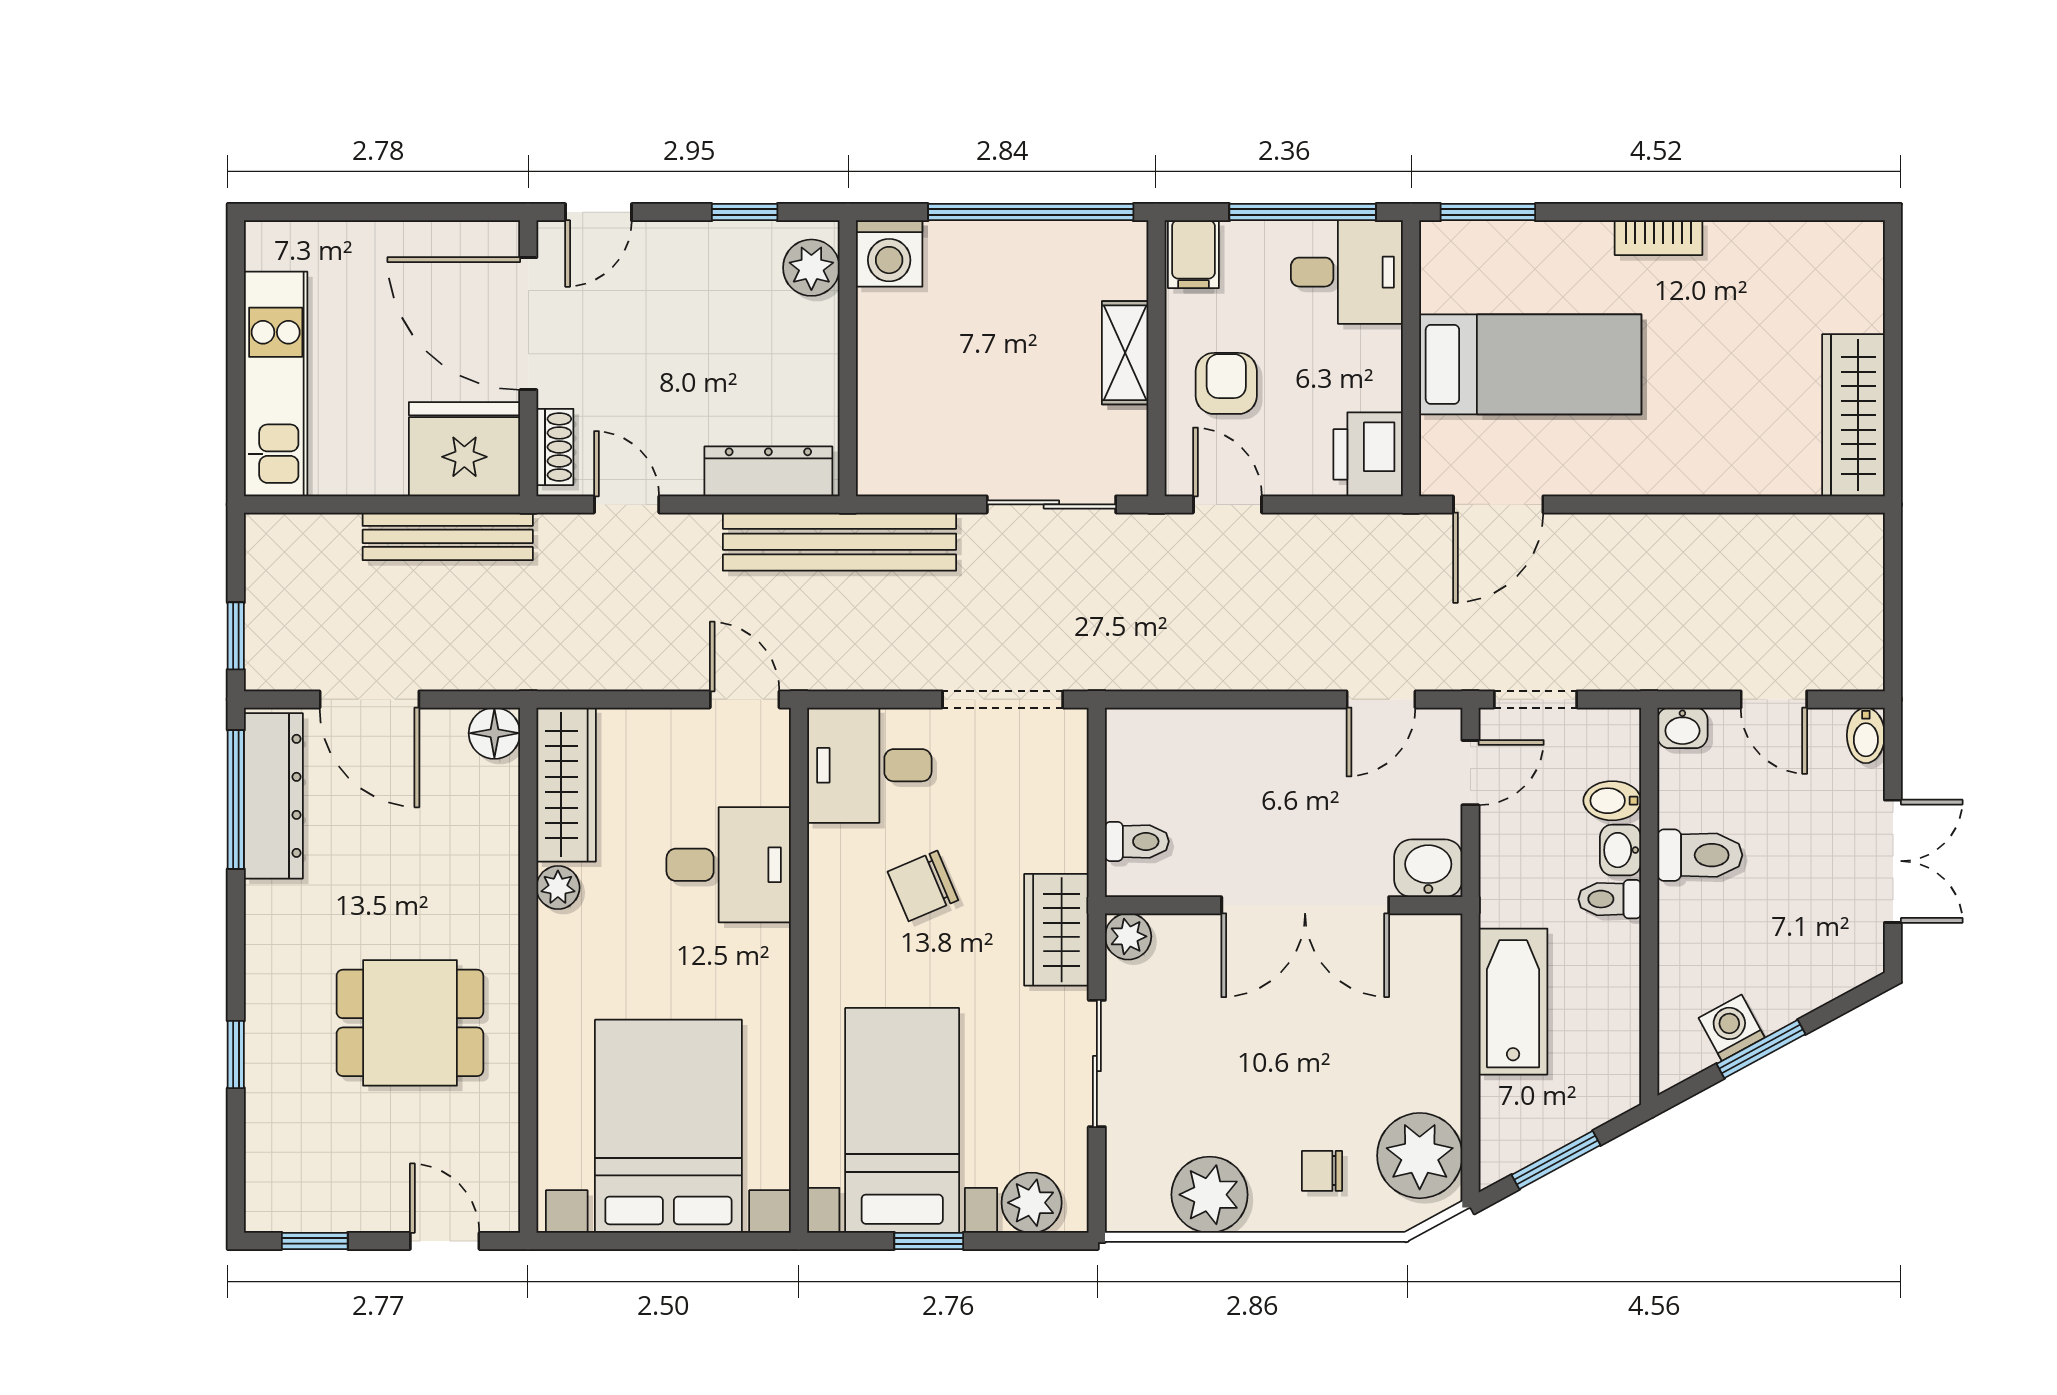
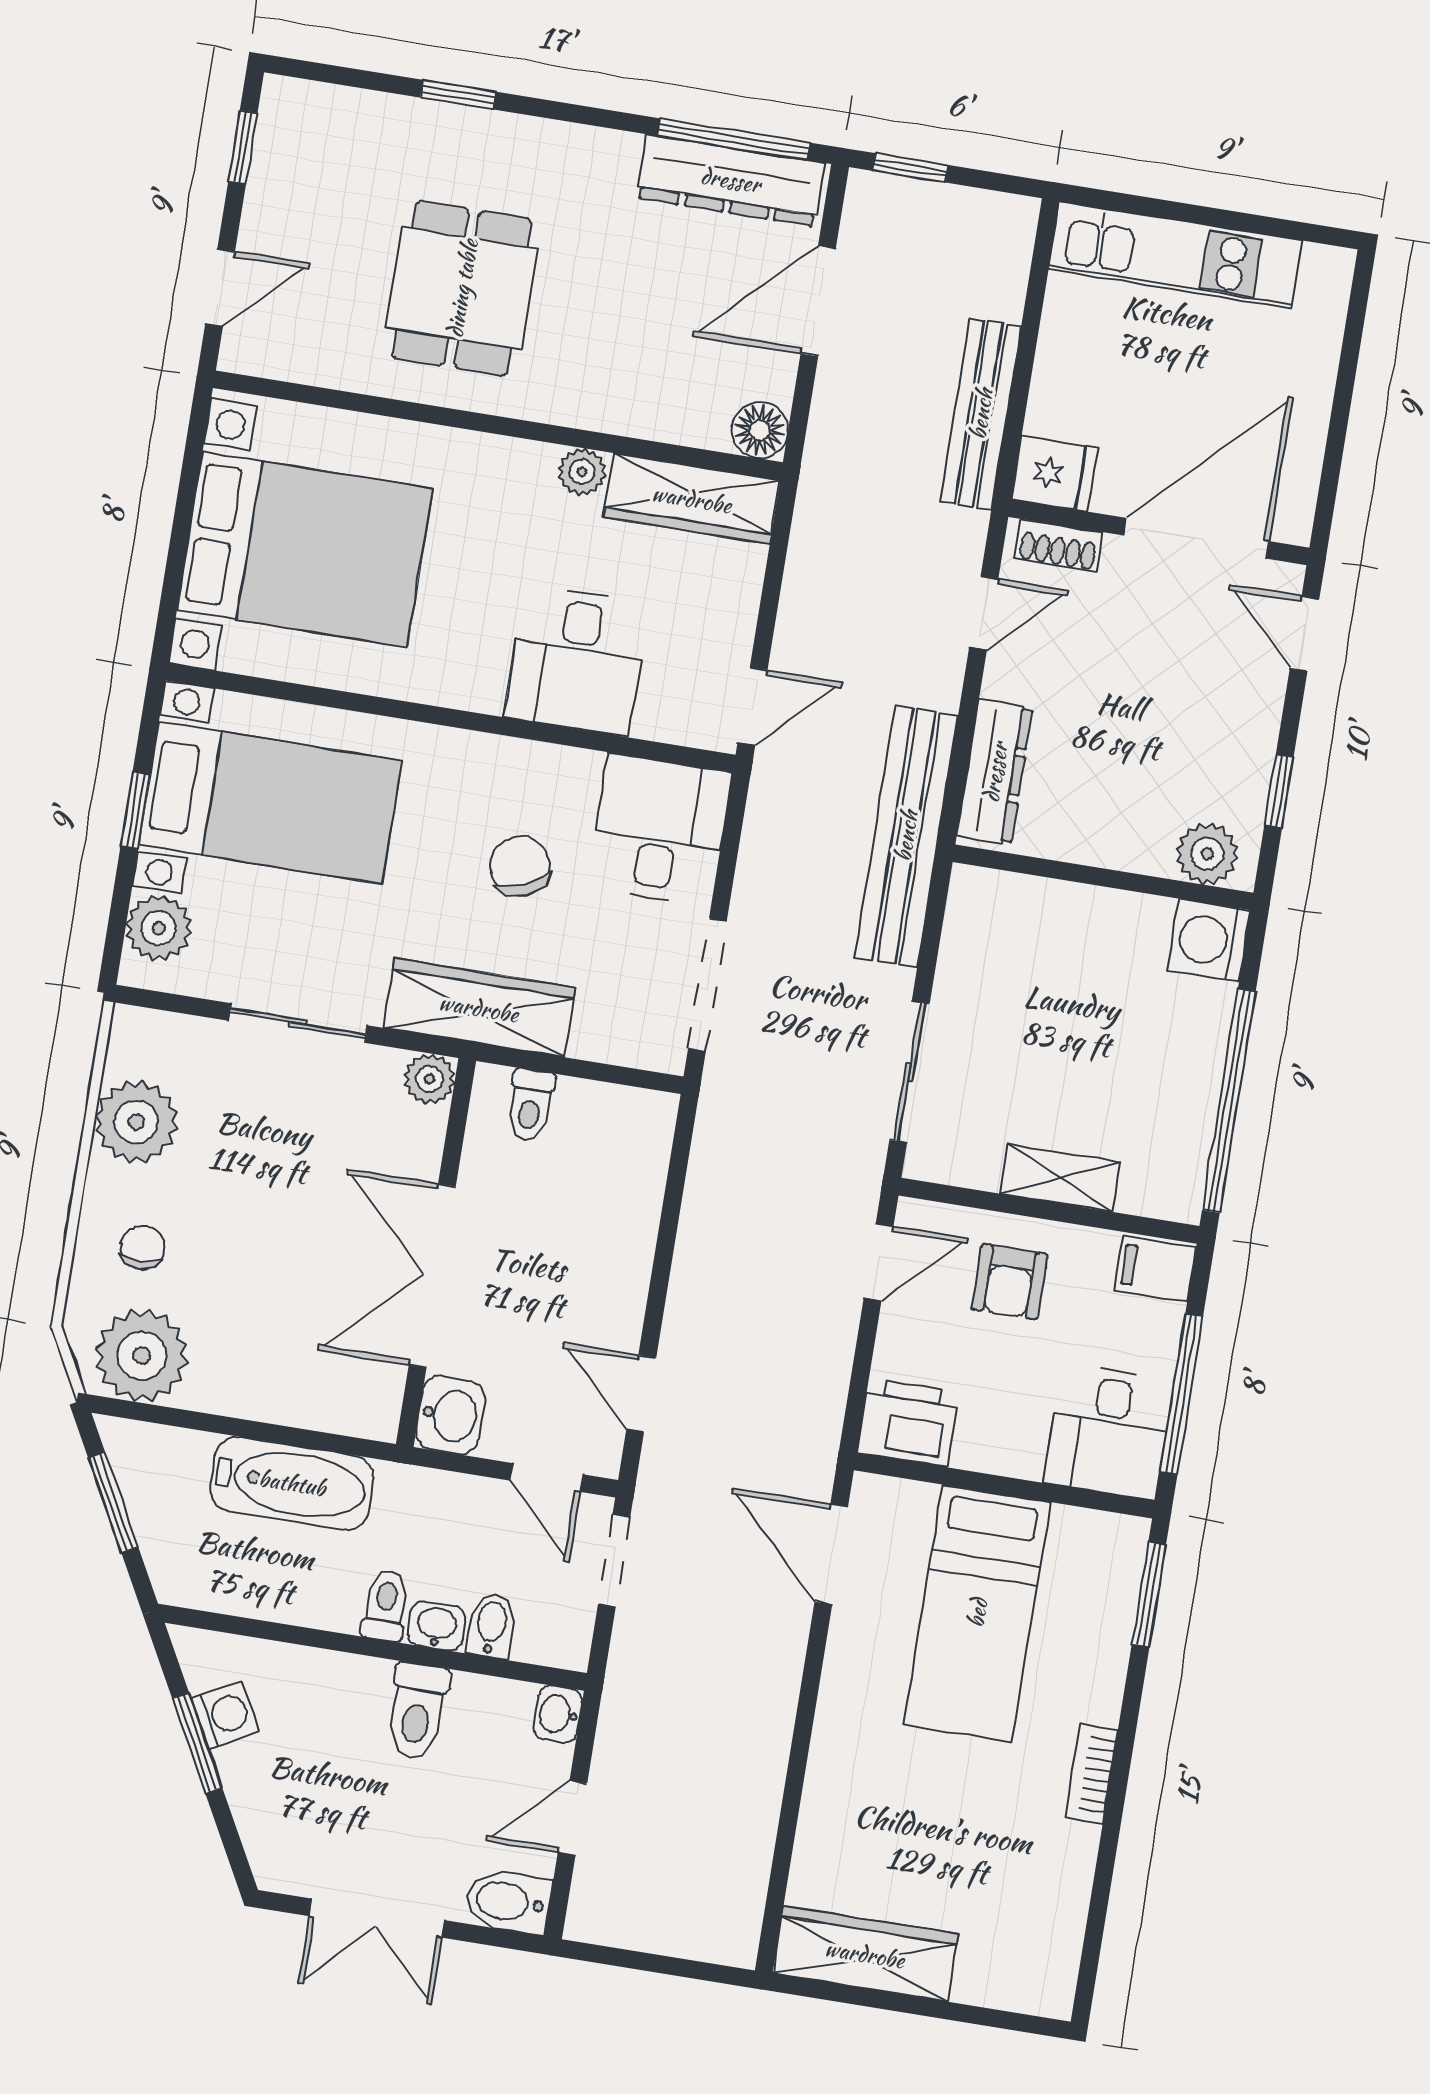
armchair: (1226, 383) -> (1010, 1282), turned 90
fridge: (464, 449) -> (1054, 474), width x0.53, depth x0.75
bidet: (1866, 735) -> (508, 1902), width x1.38, depth x1.36
wardrobe: (1056, 930) -> (479, 1008), width x1.50

